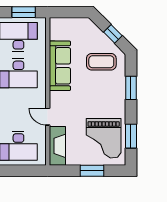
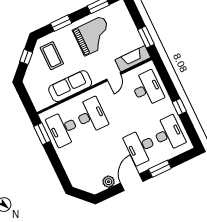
grand piano: (104, 138) -> (94, 36), moved
window: (92, 171) -> (146, 37), moved

